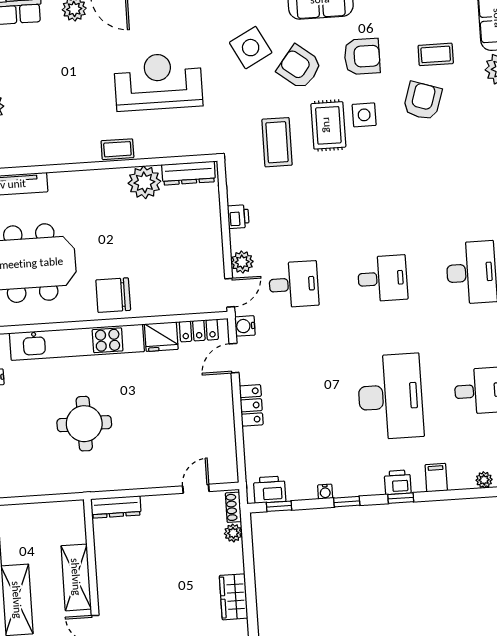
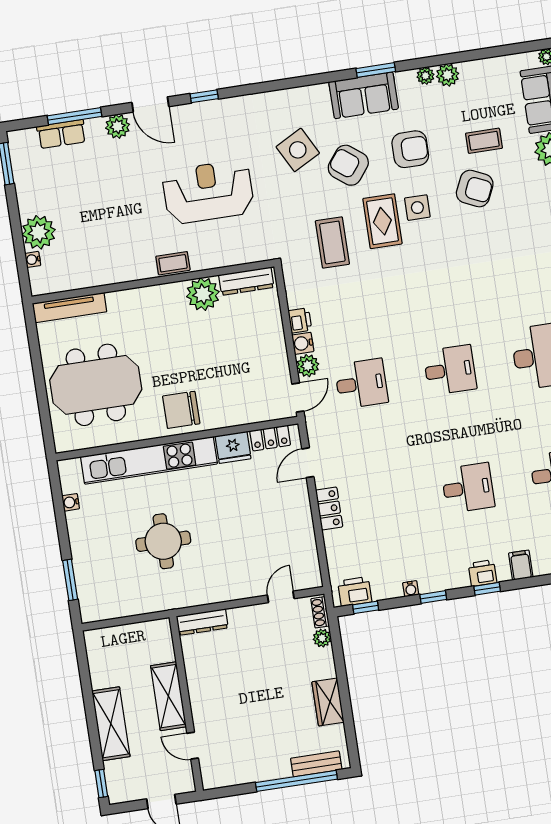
armchair: (422, 101) -> (475, 188), turned 97
water cooler: (245, 326) -> (303, 343), moved
desk: (390, 397) -> (468, 488), width x0.53, depth x0.77

